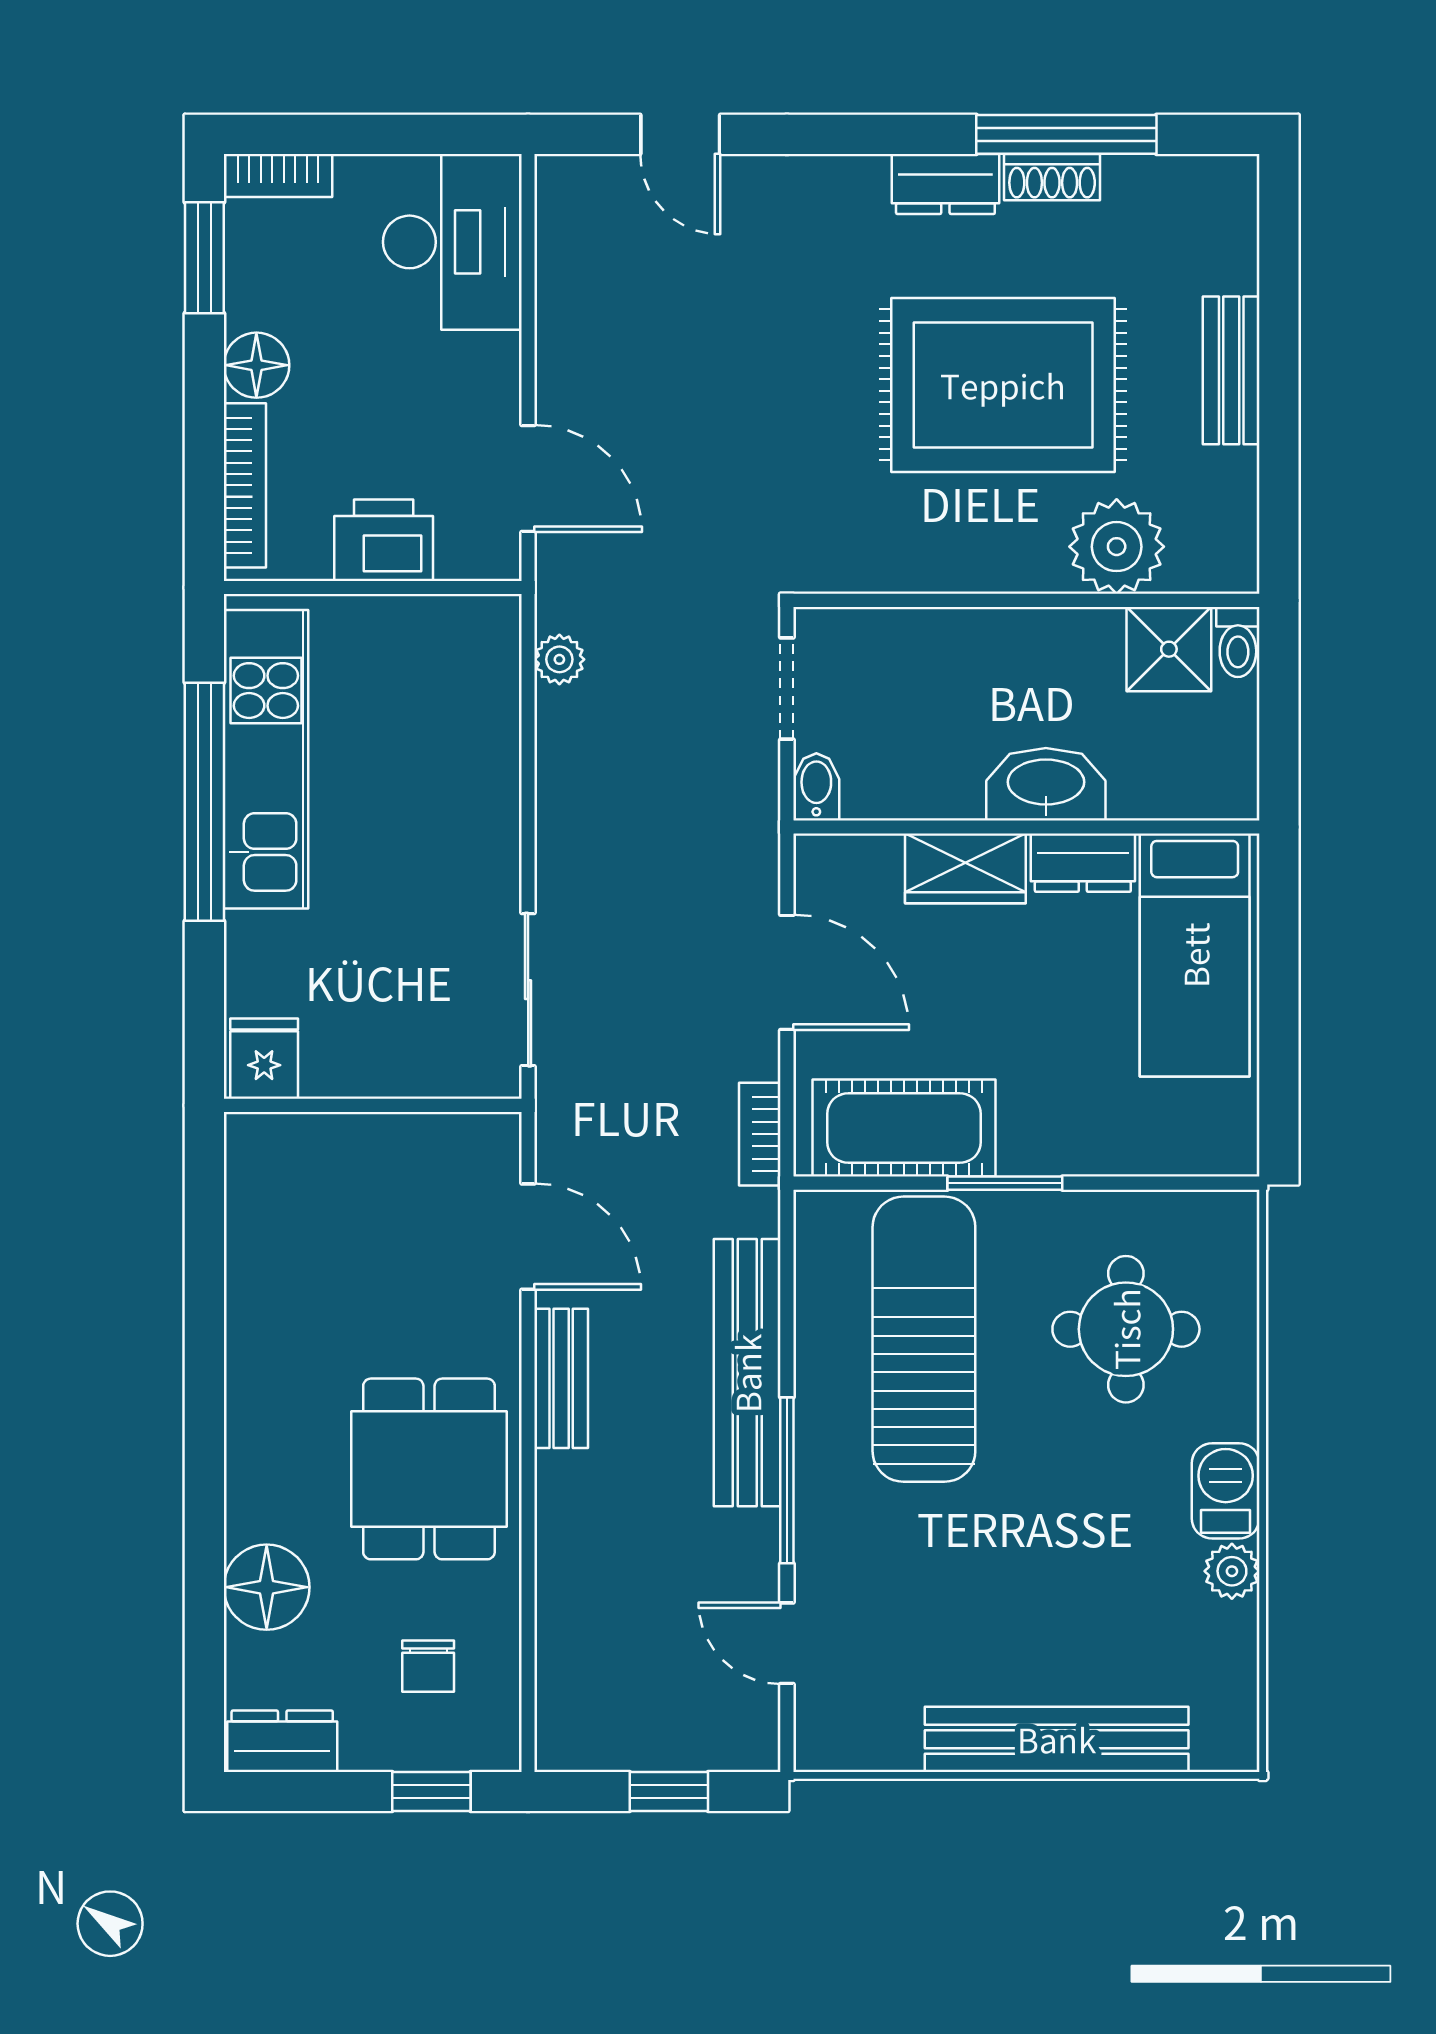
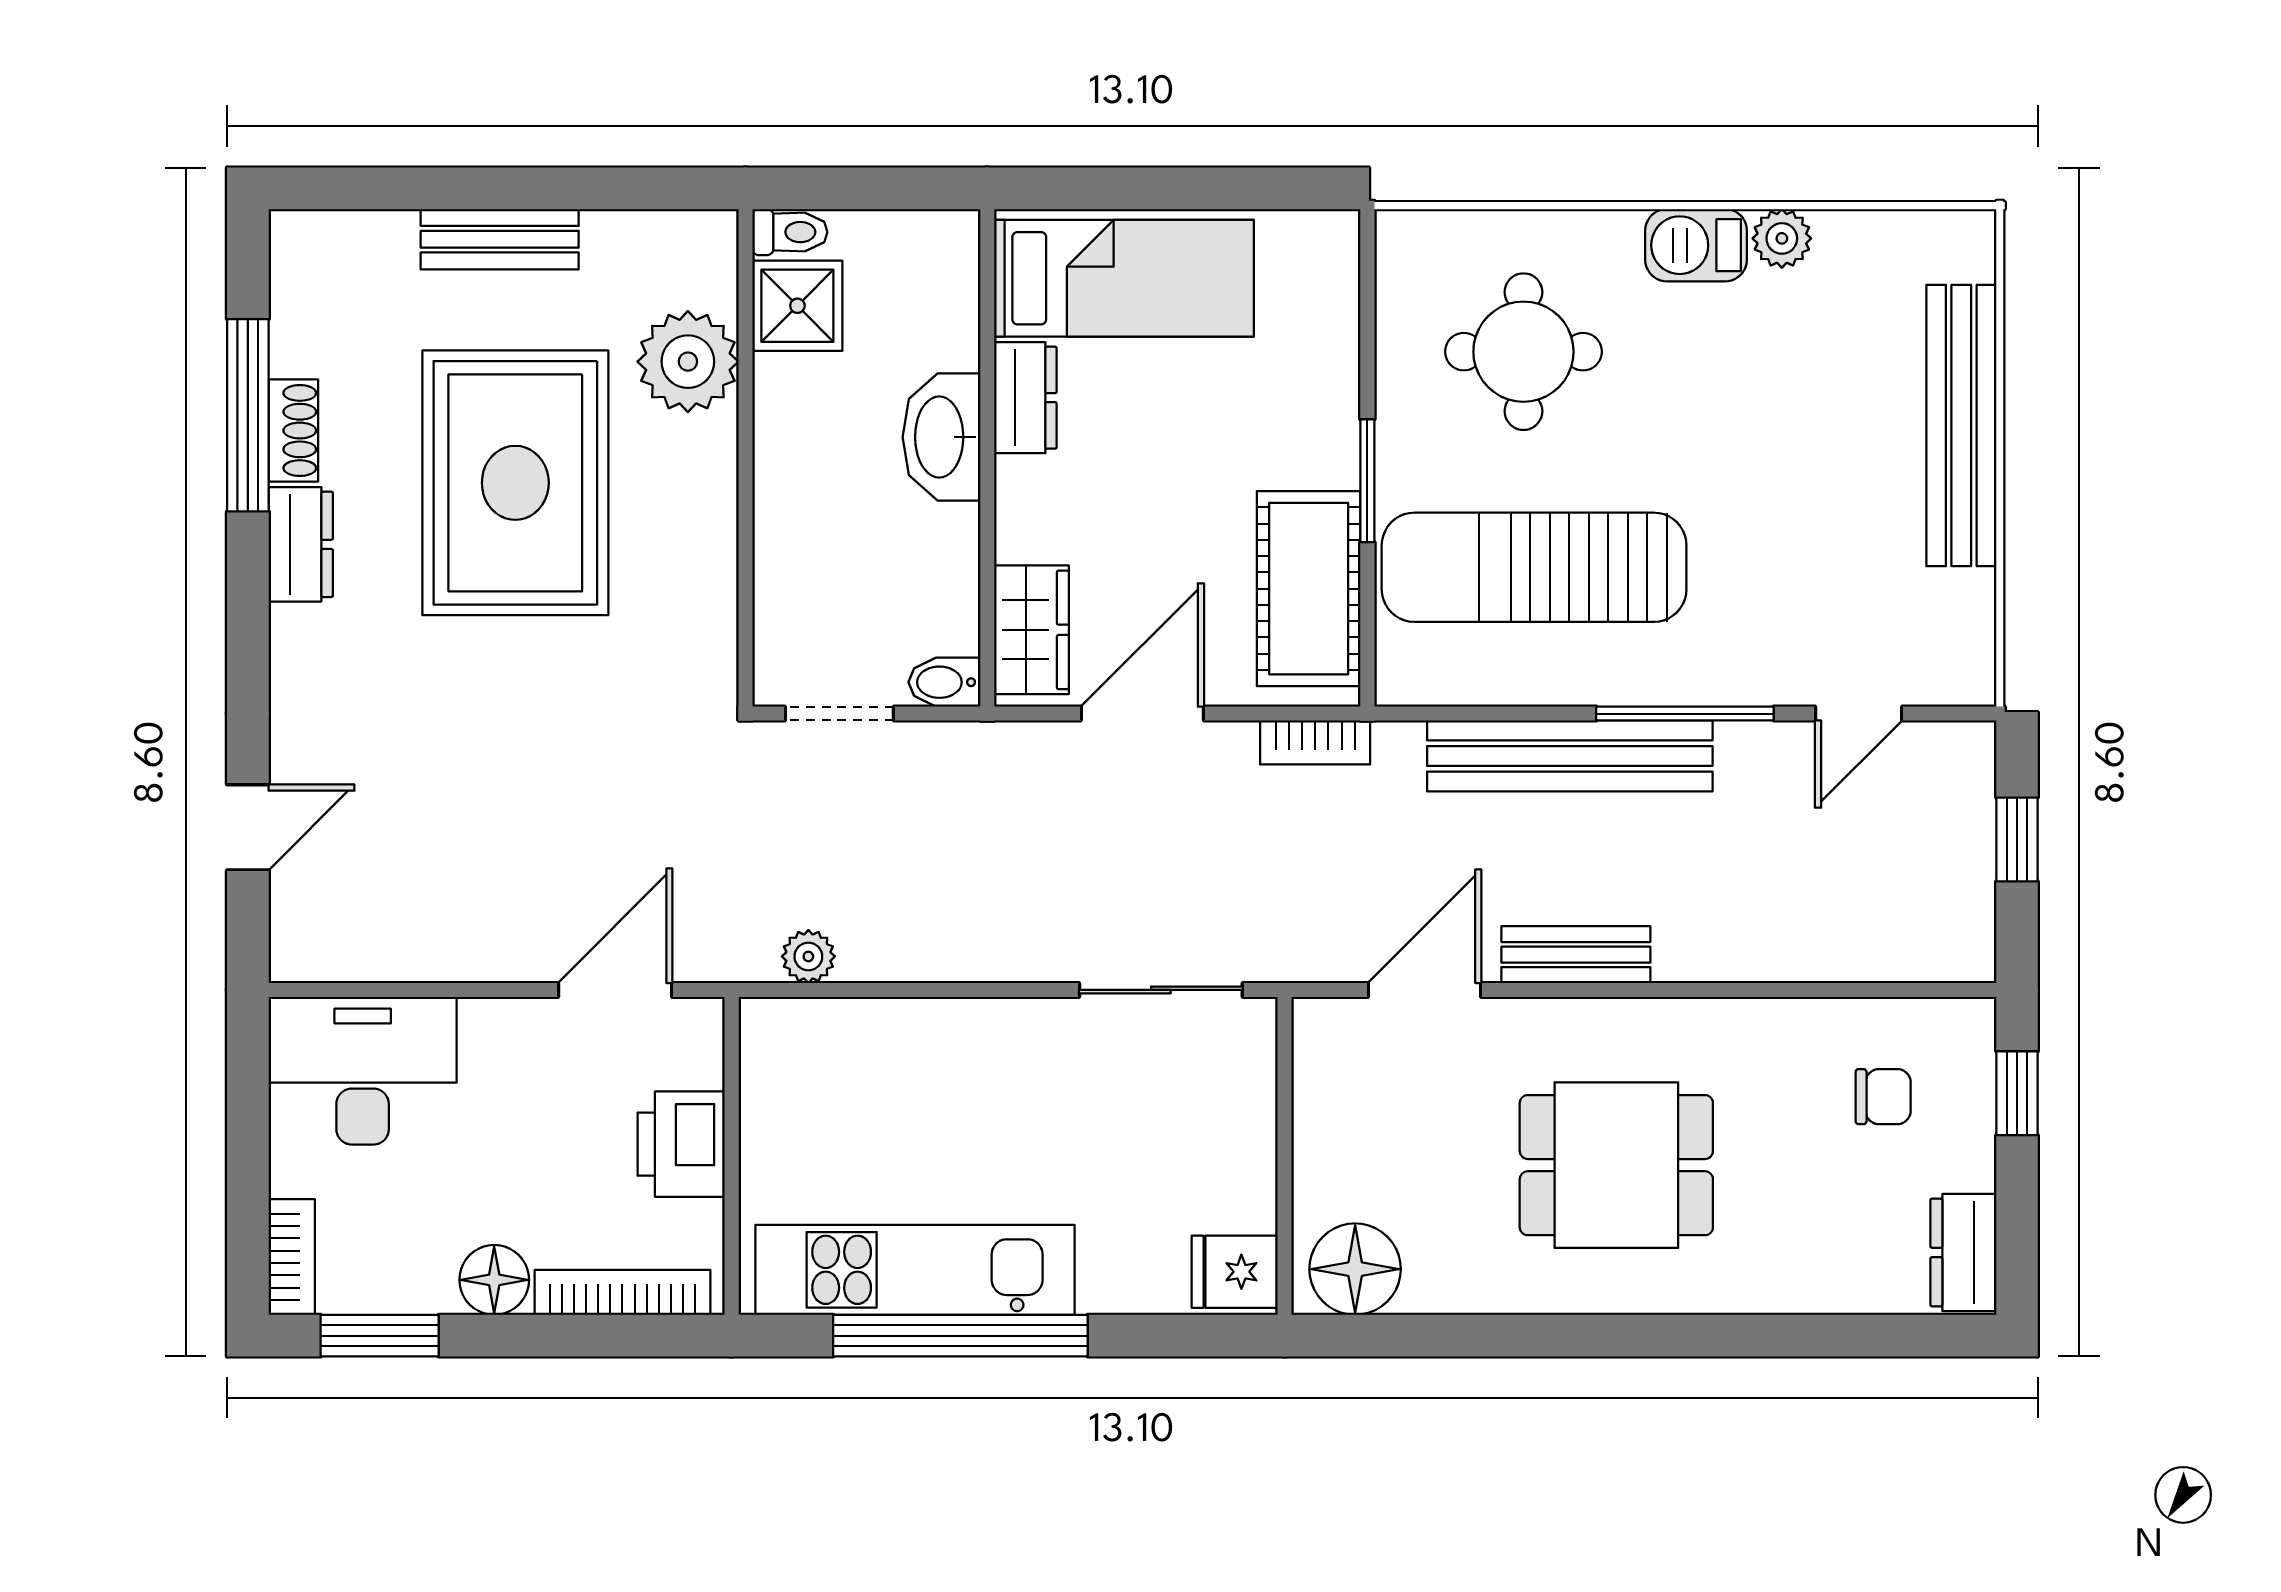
wardrobe: (965, 868) -> (1032, 630), moved
dining table: (429, 1469) -> (1616, 1165), moved
floor lamp: (267, 1587) -> (1355, 1269), moved

